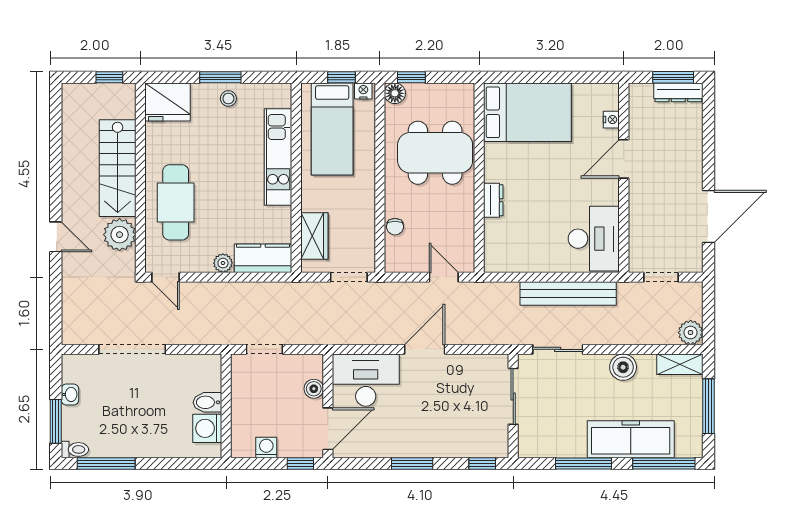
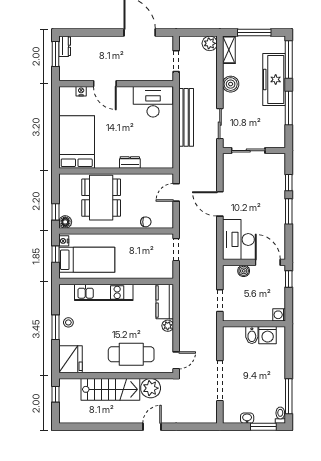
dresser: (678, 92) -> (65, 46), width x0.70
wardrobe: (314, 236) -> (151, 271), removed
washing machine: (266, 447) -> (279, 315), moved
window: (482, 463) -> (289, 183), moved

